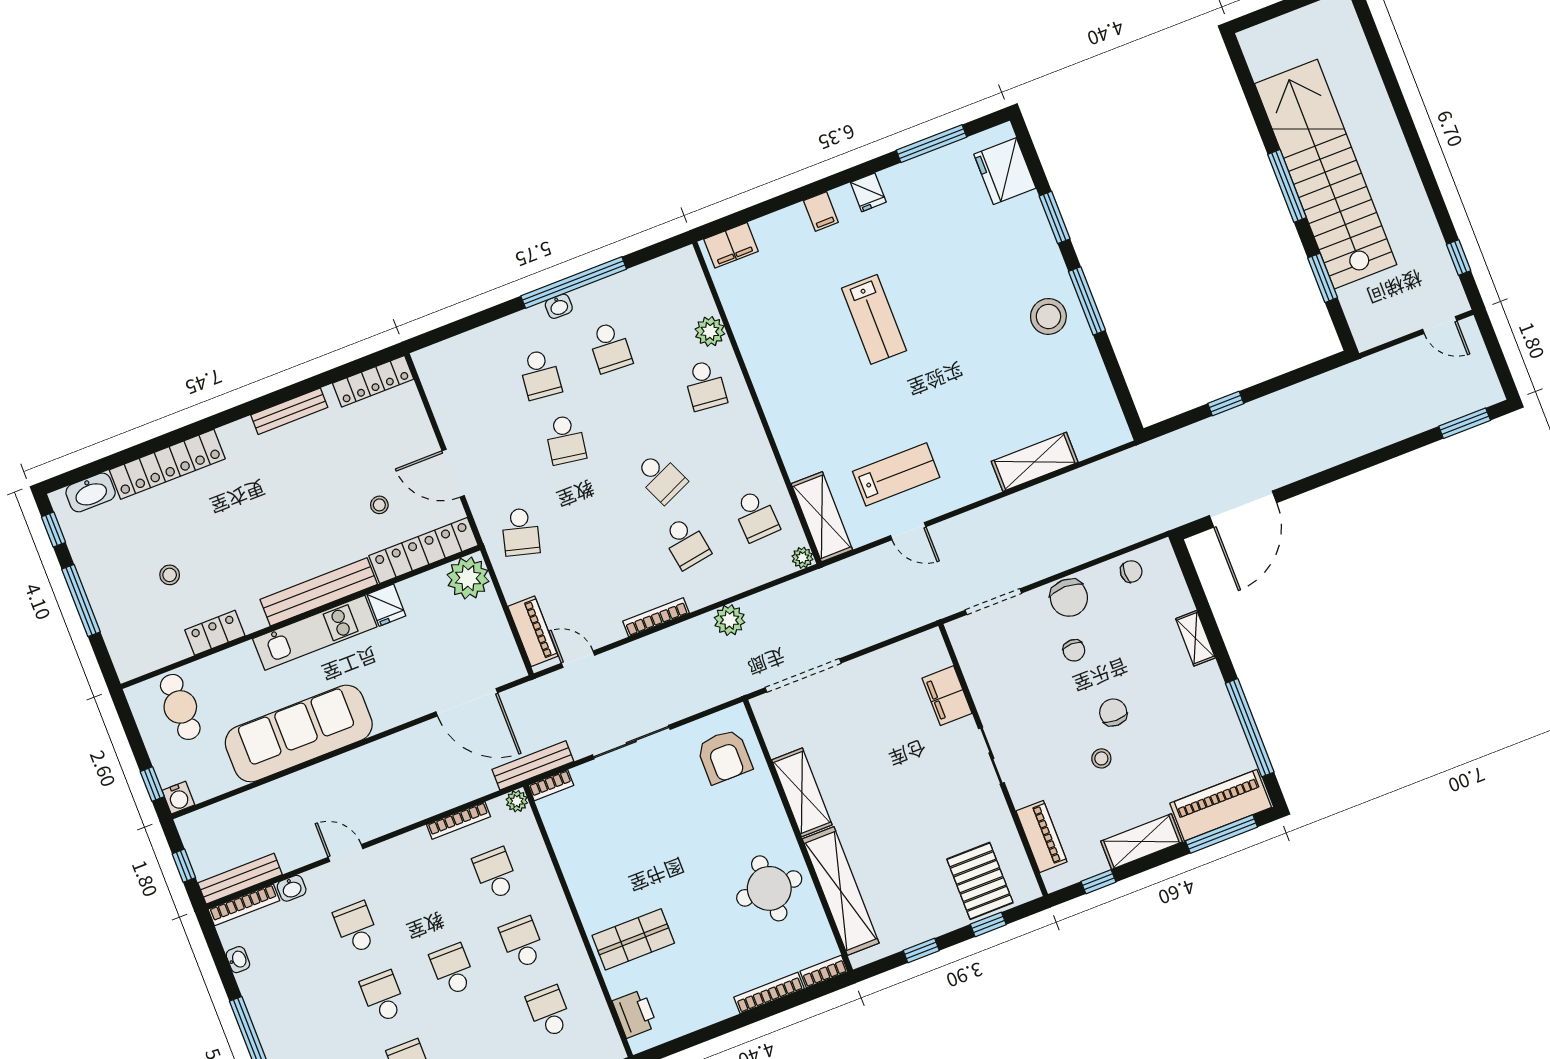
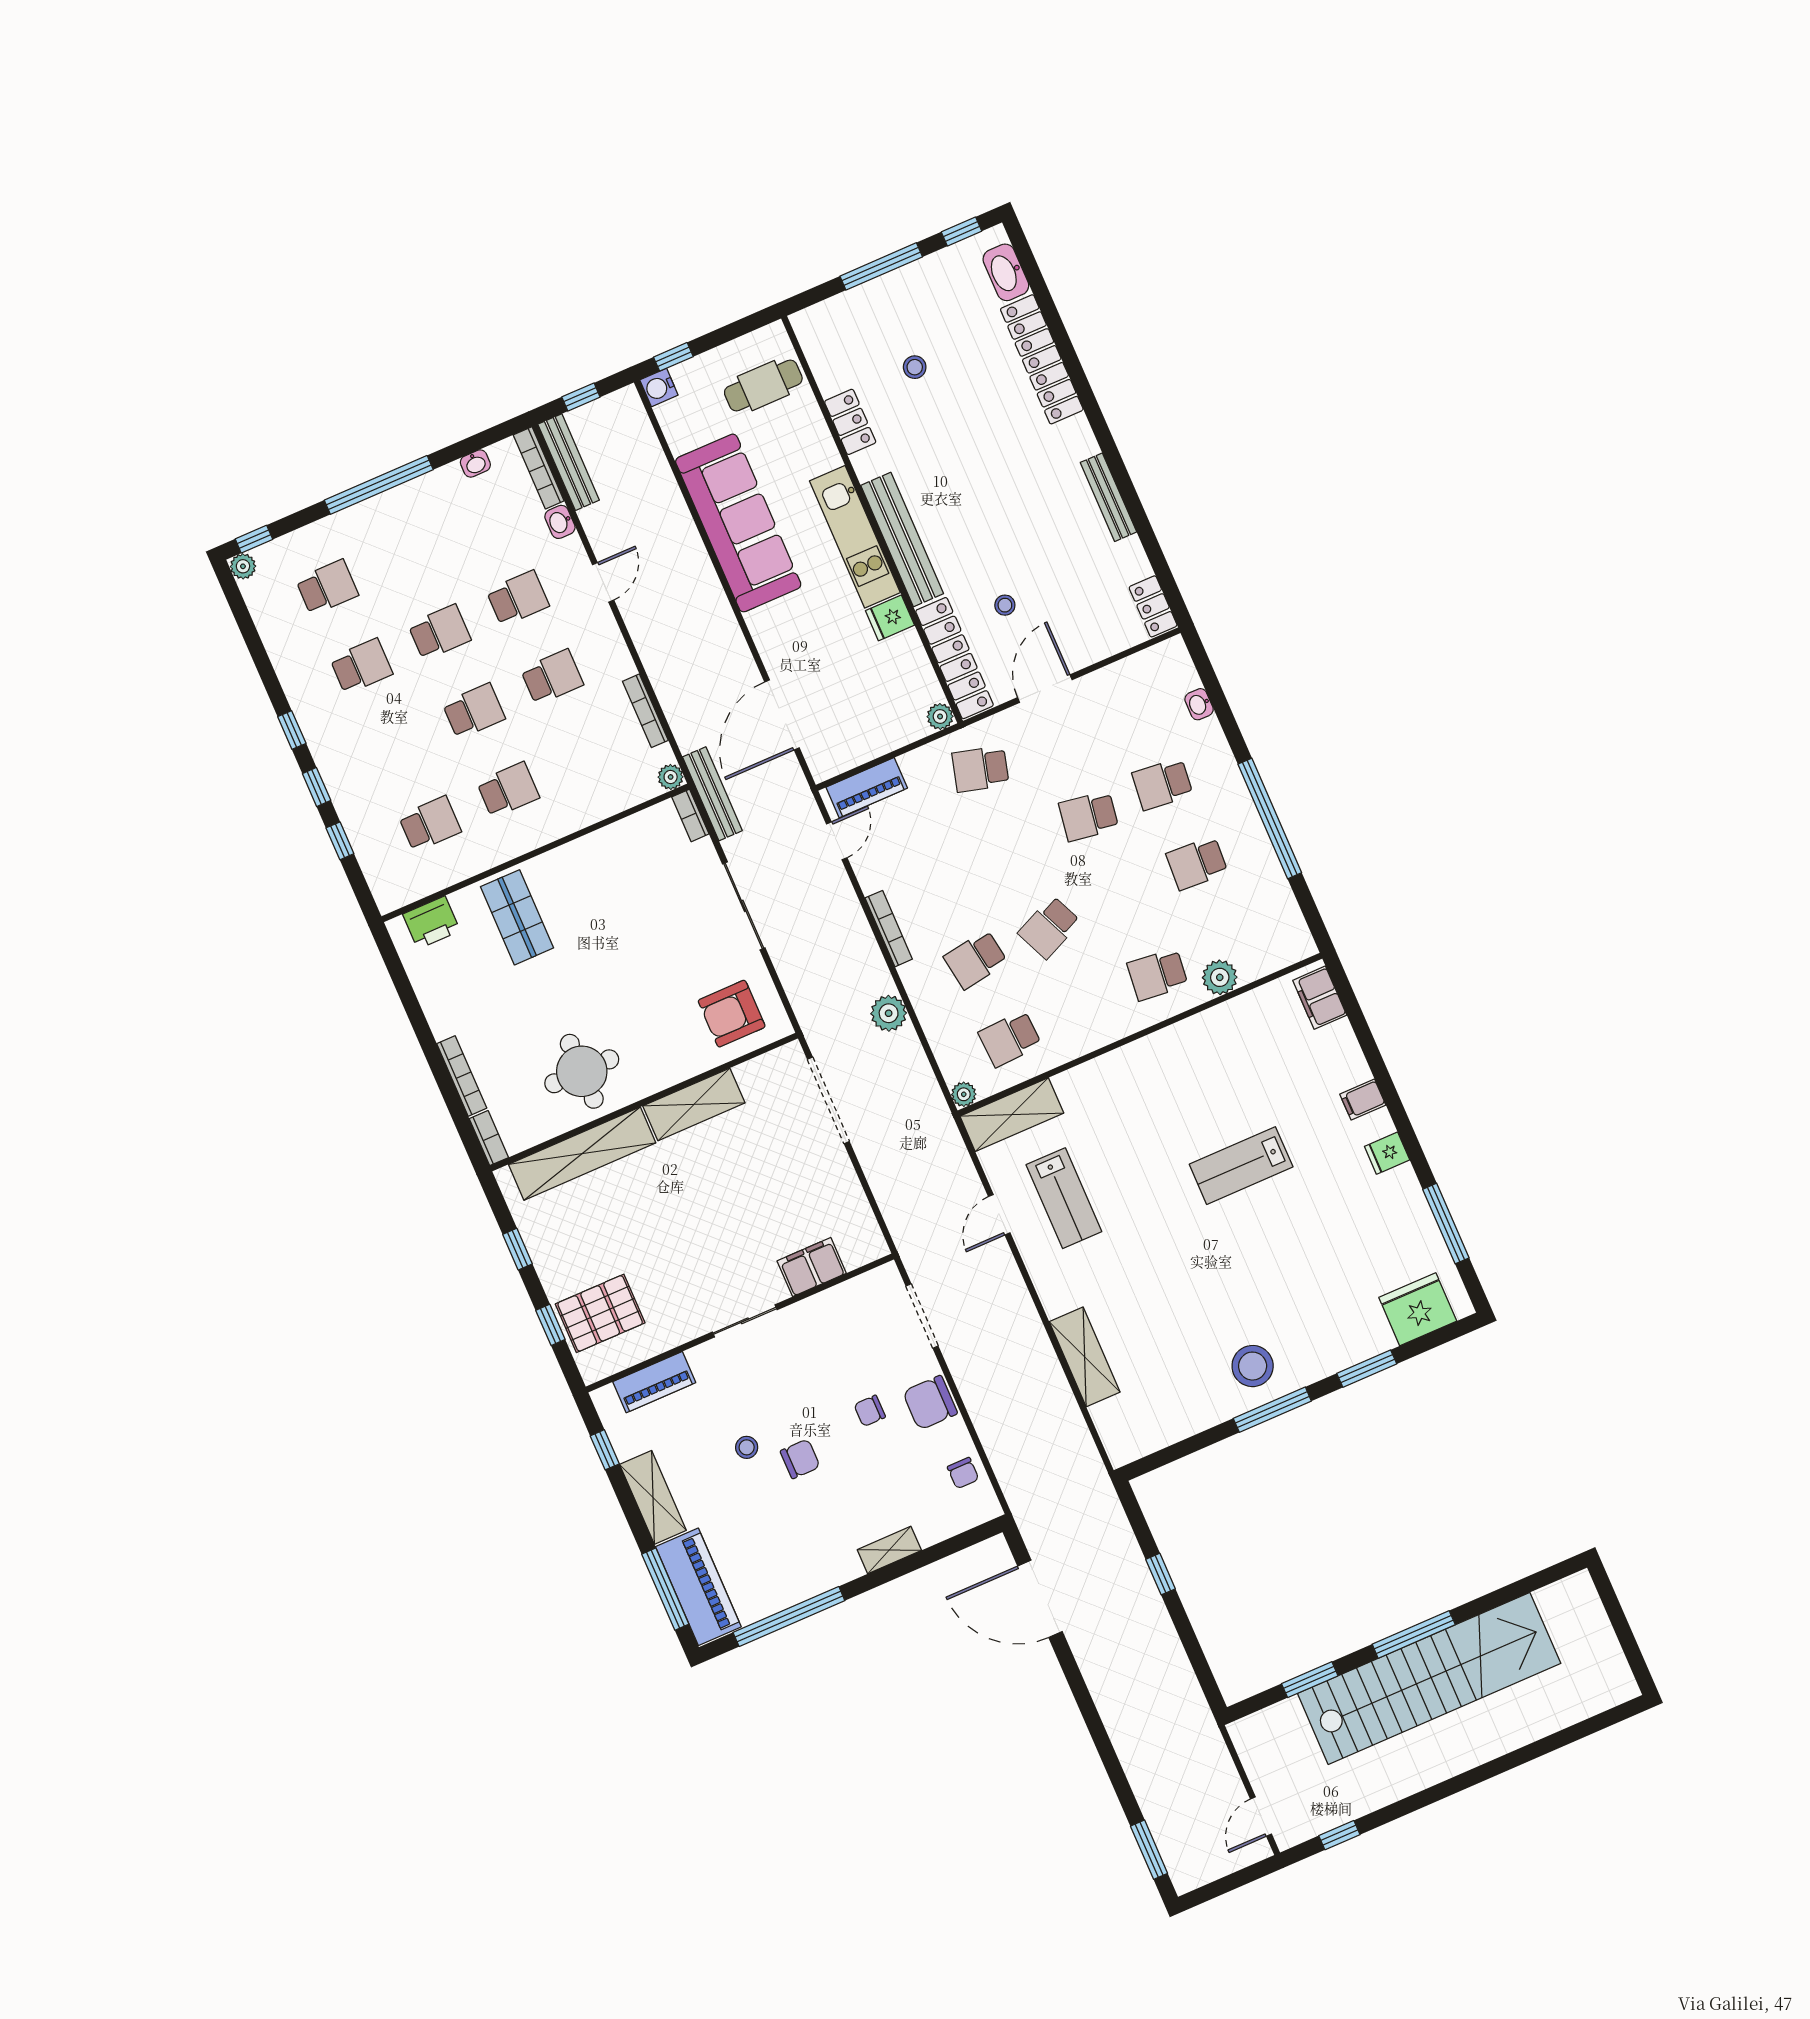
washbasin: (559, 306) -> (1199, 704), moved
locker: (373, 381) -> (1153, 606), width x0.66
plant: (468, 578) -> (940, 717), width x0.53, depth x0.53
school desk: (496, 874) -> (552, 677), moved

